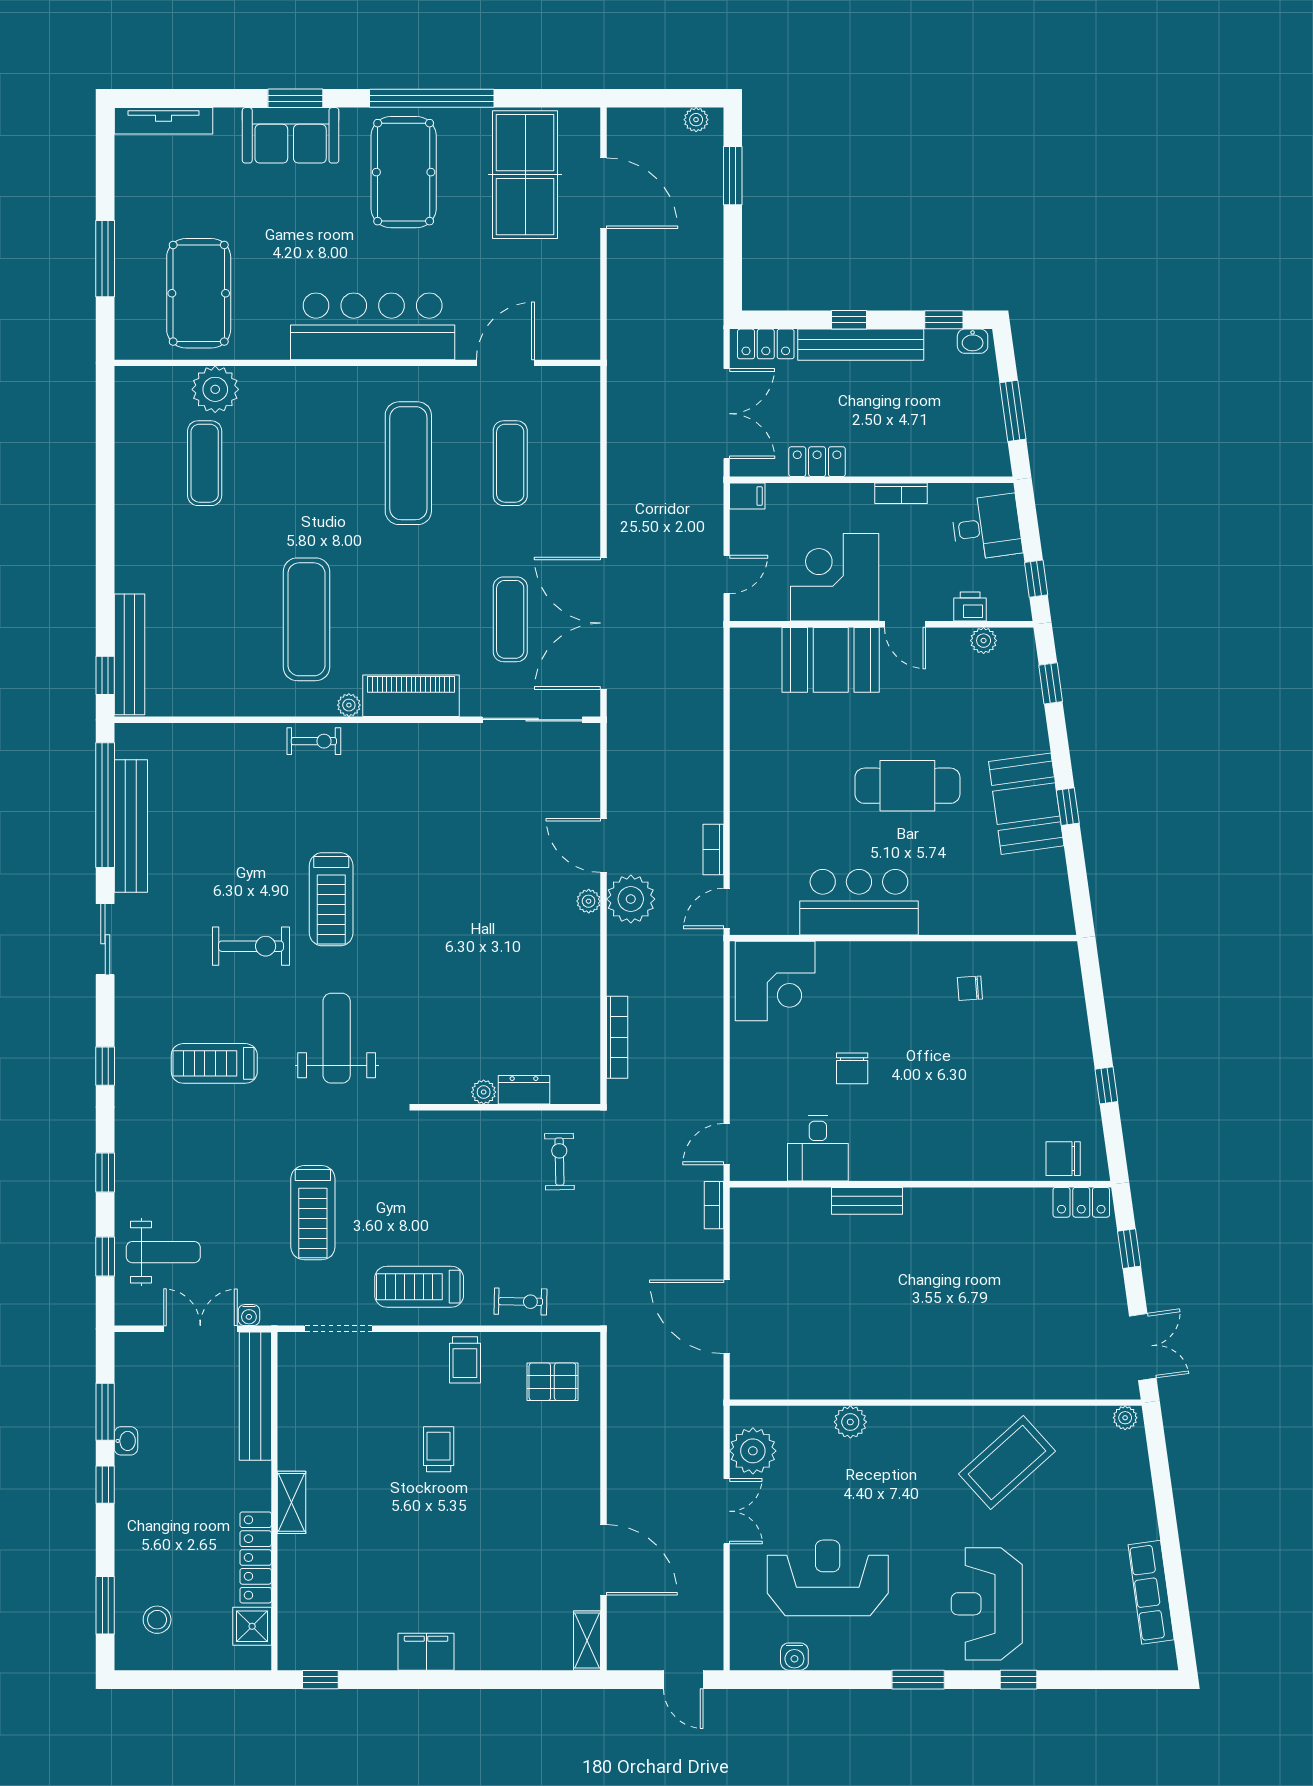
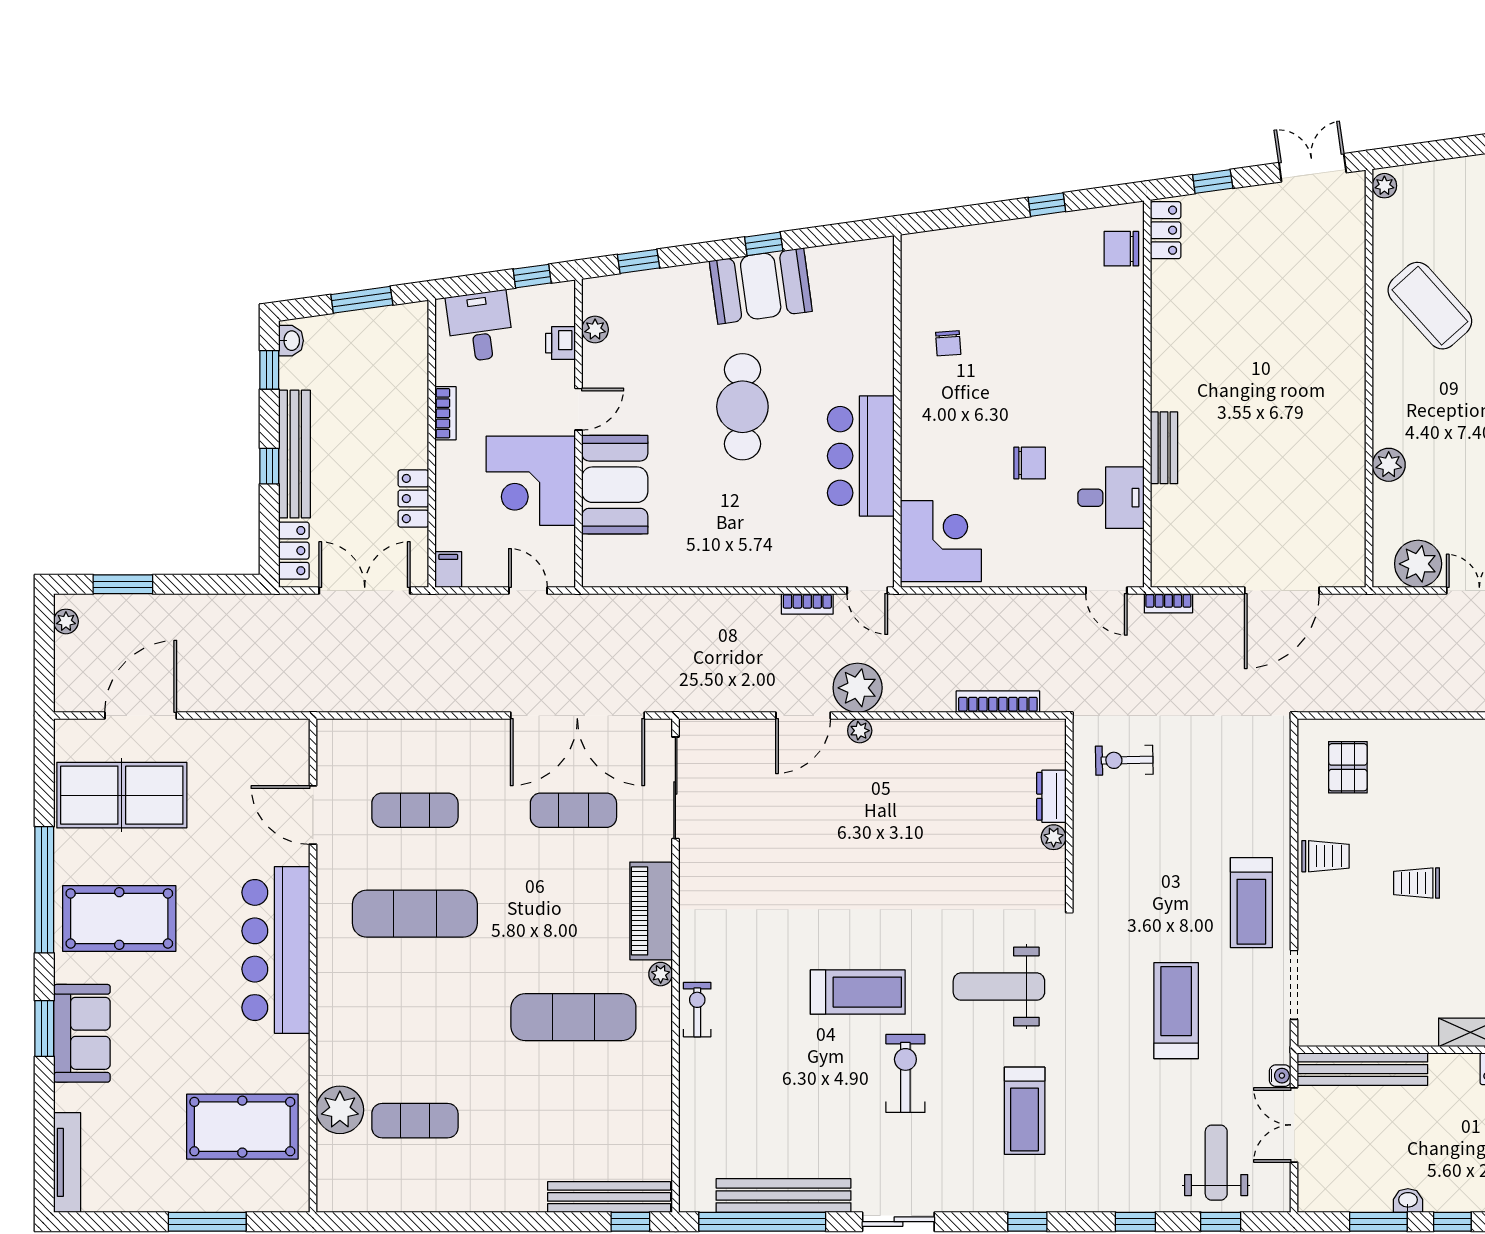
chair: (1063, 1159) -> (1121, 249), turned 90
treadmill: (313, 1213) -> (1176, 1011), turned -90
exercise bike: (521, 1302) -> (1266, 800), removed

